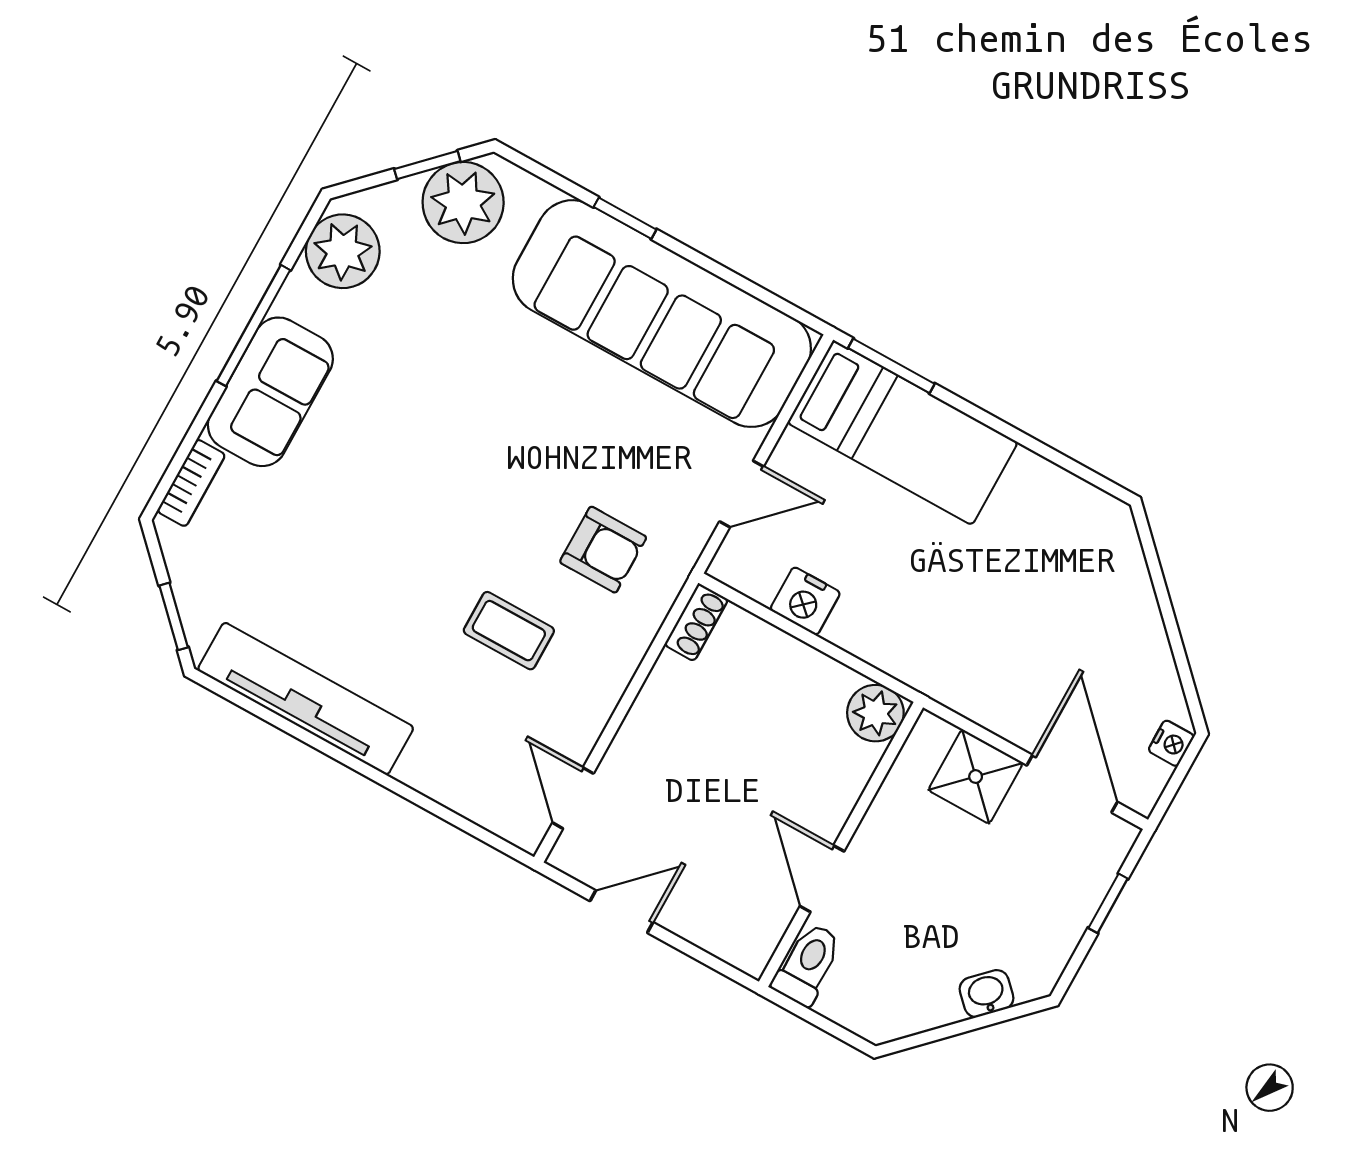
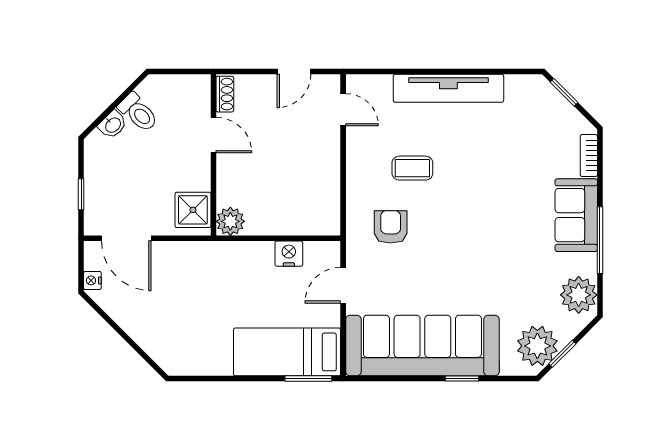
armchair: (603, 550) -> (391, 227), turned 90
shoe rack: (696, 622) -> (225, 94), moved, turned 180
tv unit: (306, 699) -> (448, 88), moved
shower: (976, 777) -> (193, 210), moved
toilet: (808, 964) -> (138, 112), moved, turned -45

